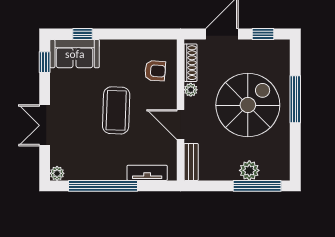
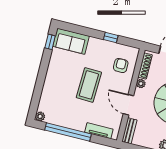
window: (82, 34) -> (111, 38), moved
armchair: (155, 71) -> (121, 65), turned -94
double door: (45, 125) -> (40, 83), removed

